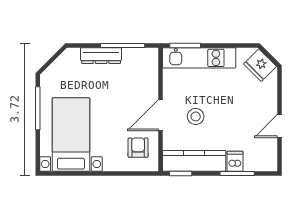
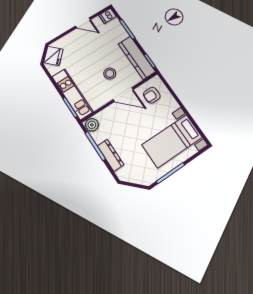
plant: (149, 57) -> (92, 125), added
dishwasher: (235, 161) -> (107, 16), moved

